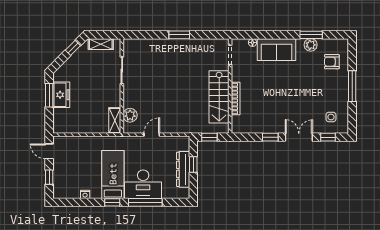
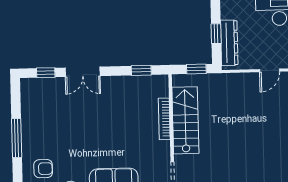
side table: (331, 117) -> (43, 98), removed
window: (270, 137) -> (141, 70), moved
dresser: (183, 169) -> (229, 43), moved

